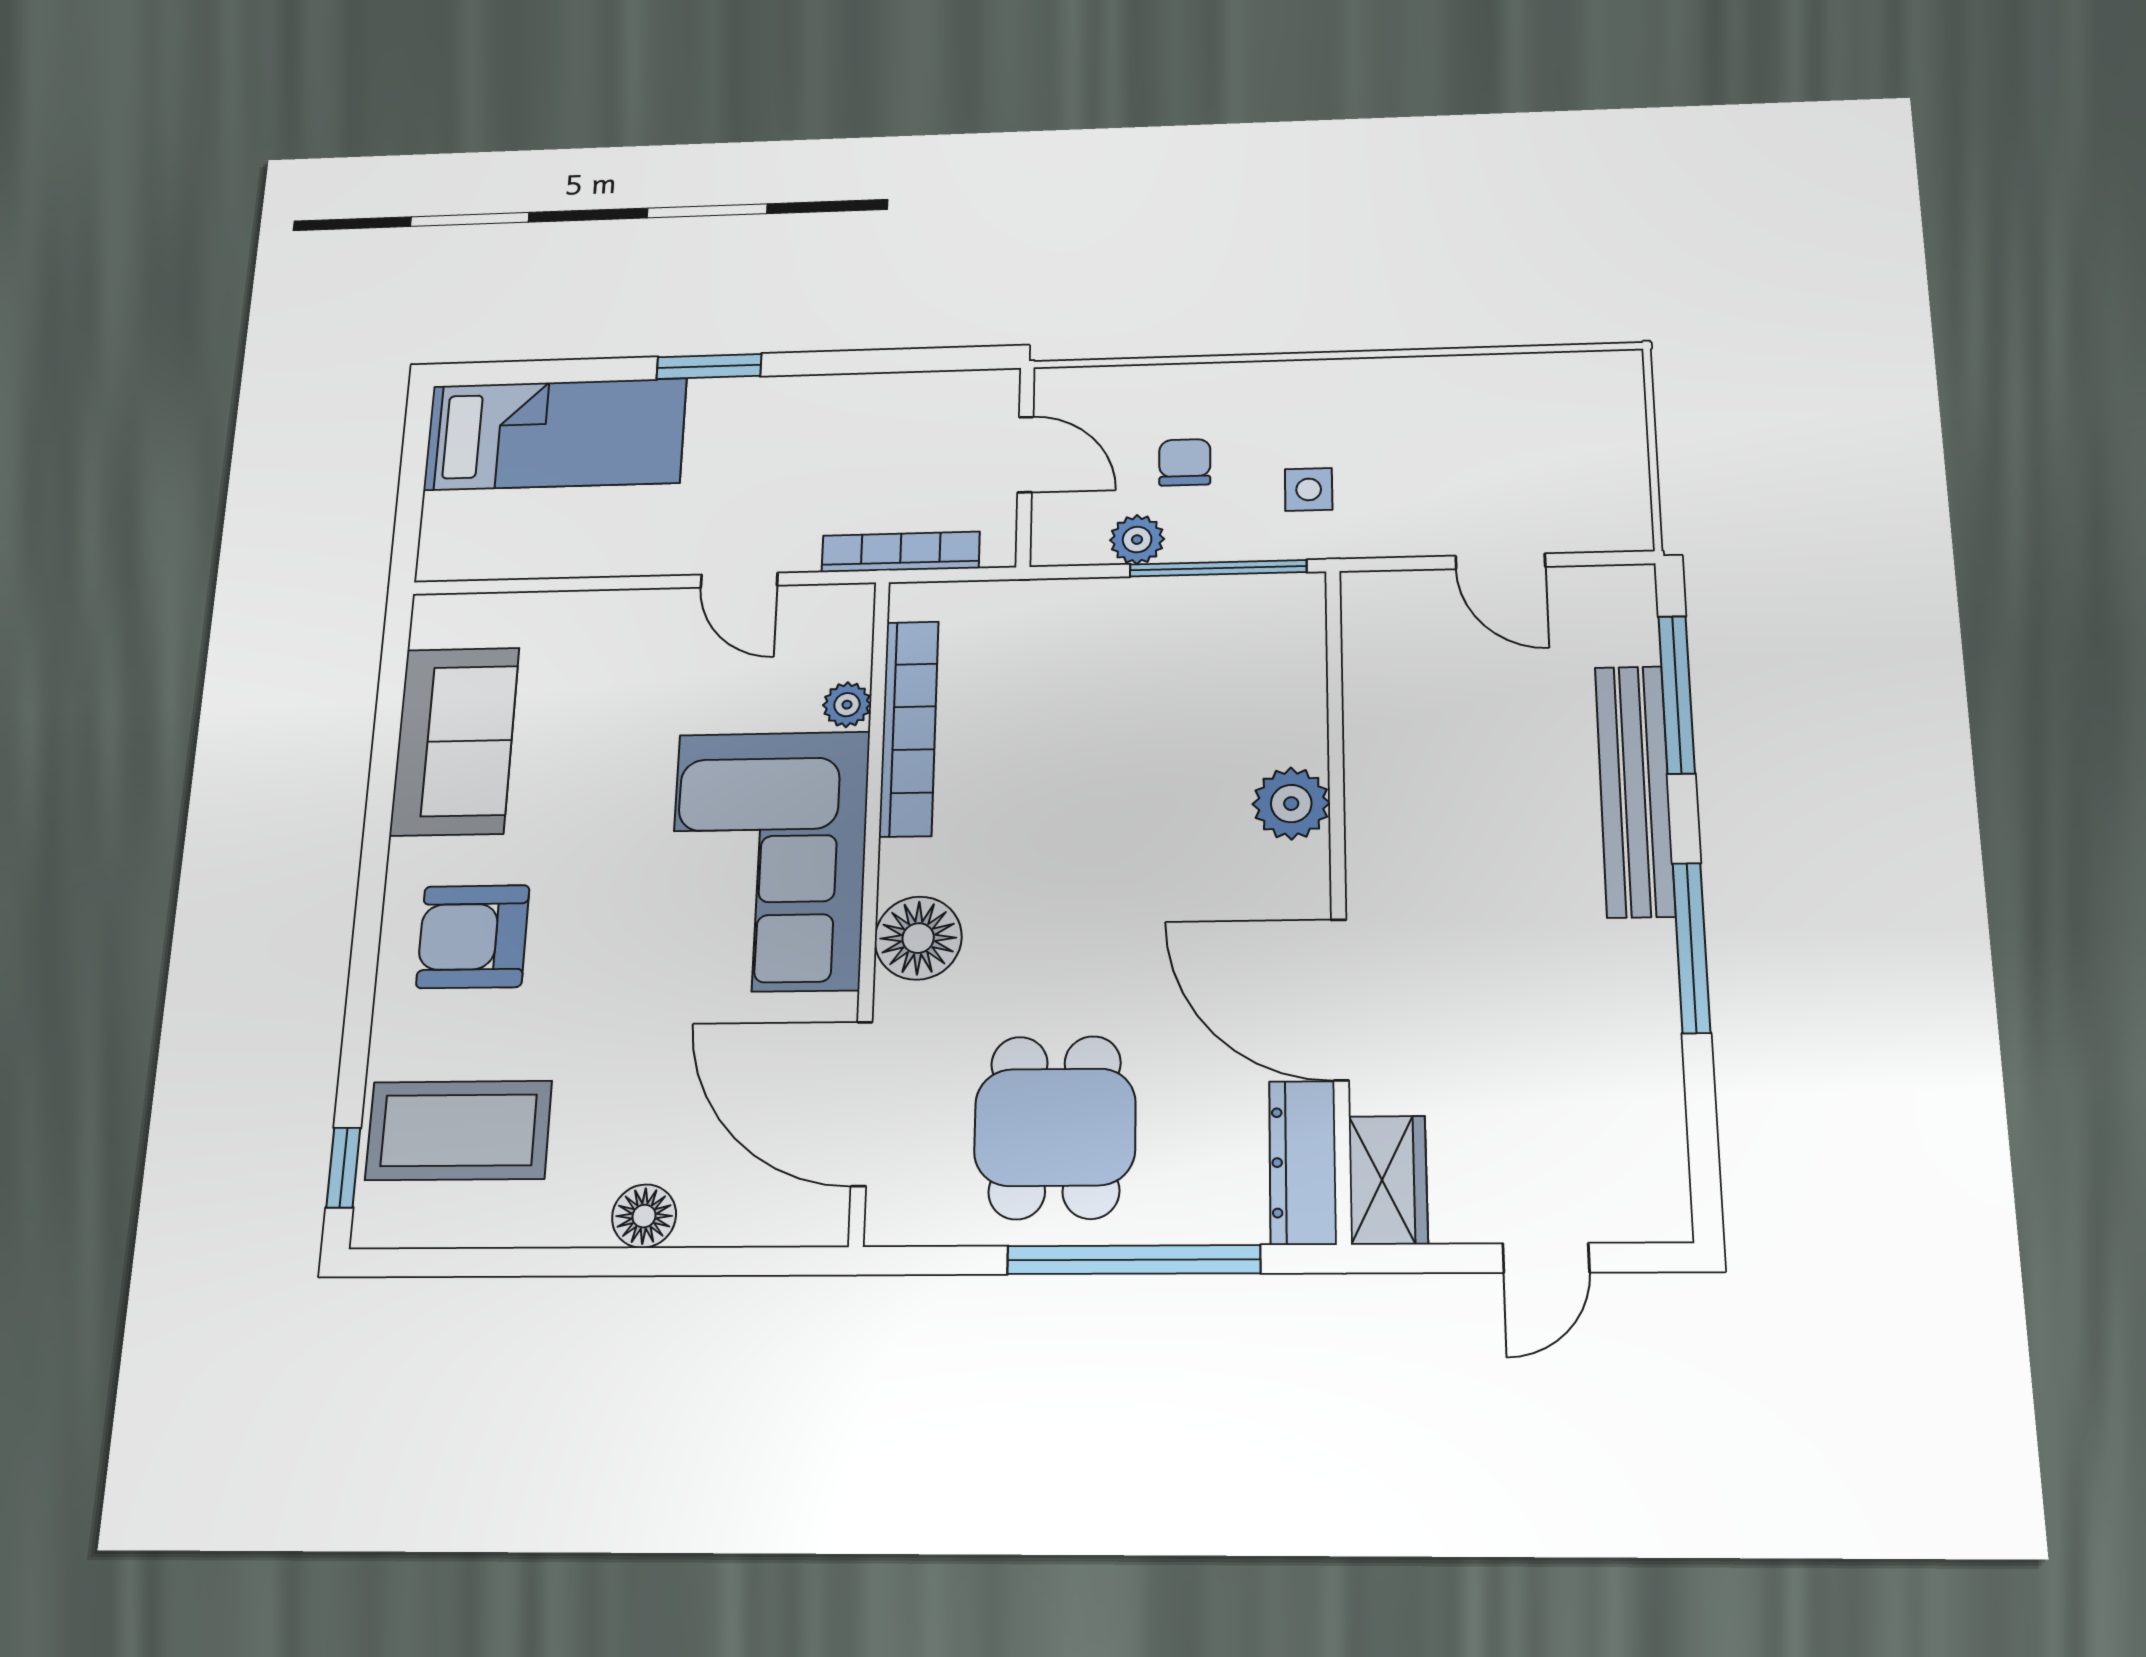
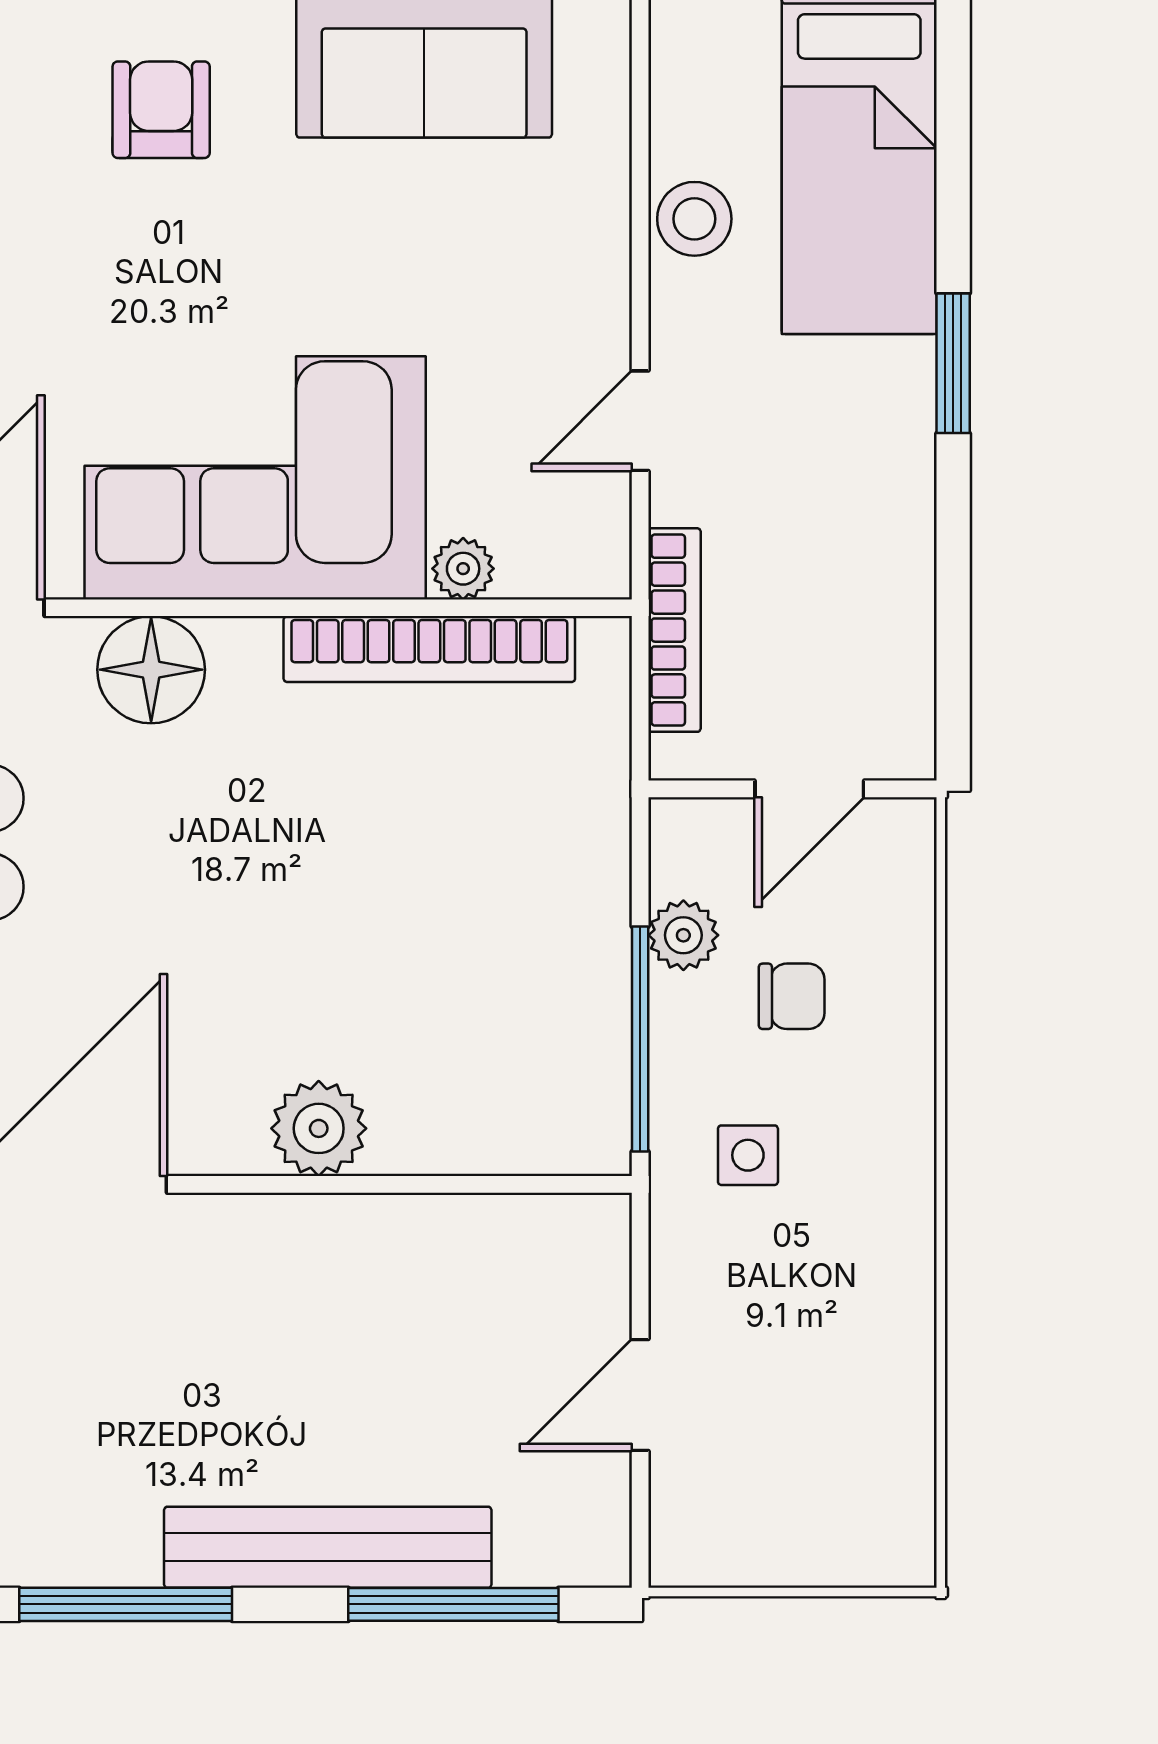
stool: (589, 546) -> (694, 219), added
armchair: (473, 937) -> (161, 110), width x0.72, depth x0.72

